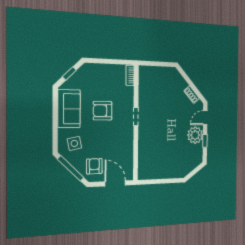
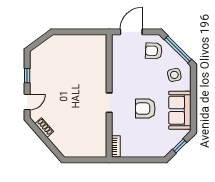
armchair: (103, 111) -> (145, 109), turned 180
plant: (195, 135) -> (39, 82), removed
armchair: (94, 166) -> (154, 51), turned 93
door: (115, 183) -> (131, 32), swing flipped

